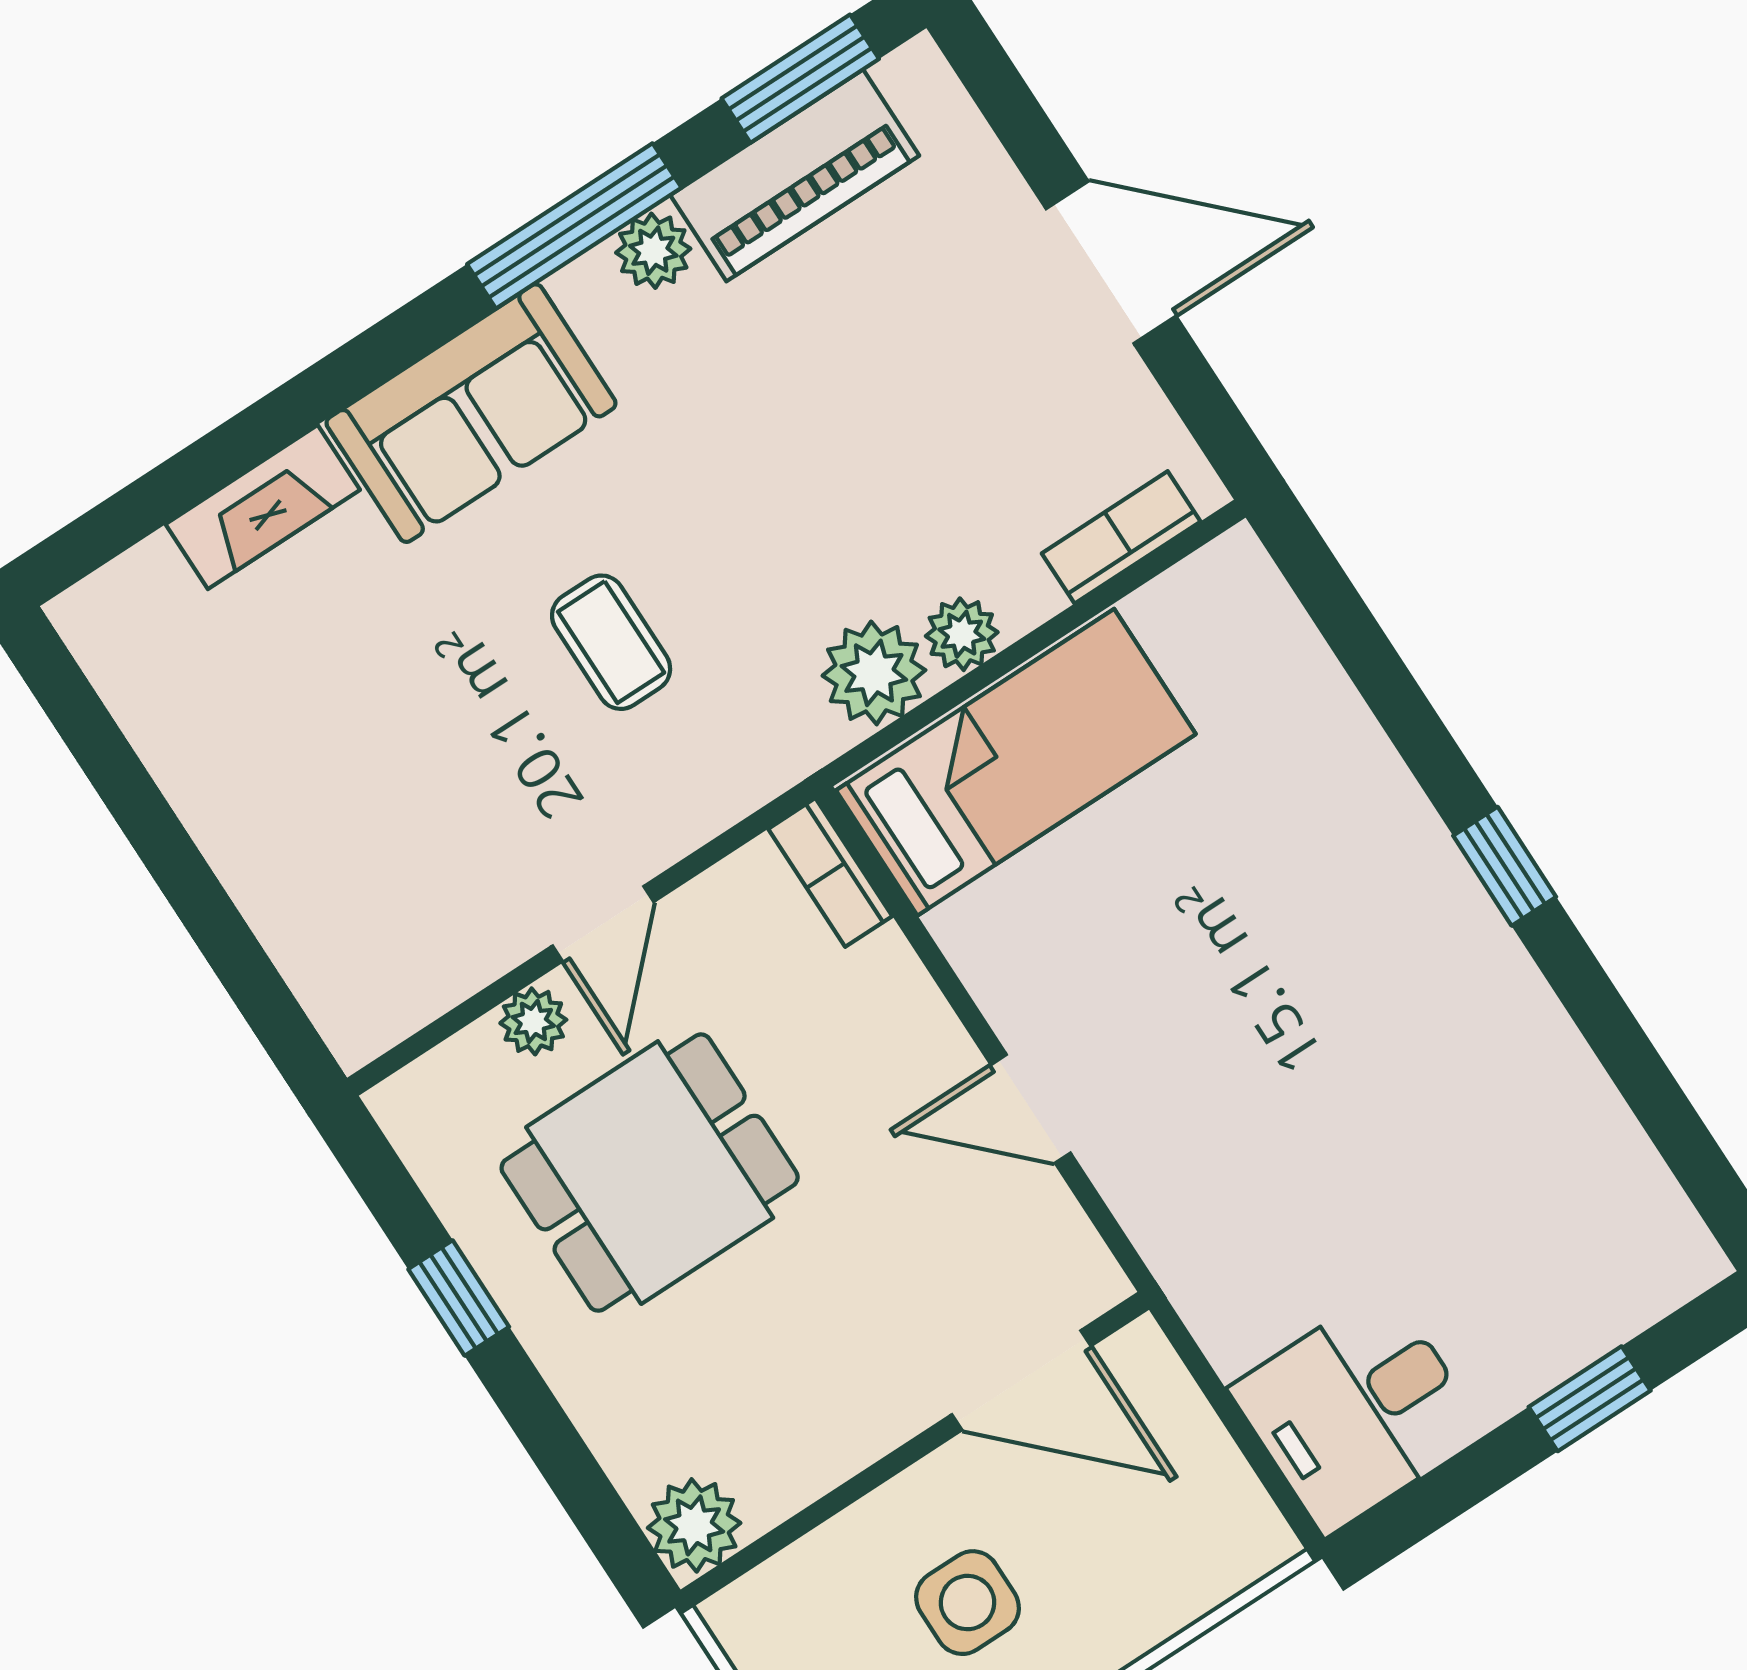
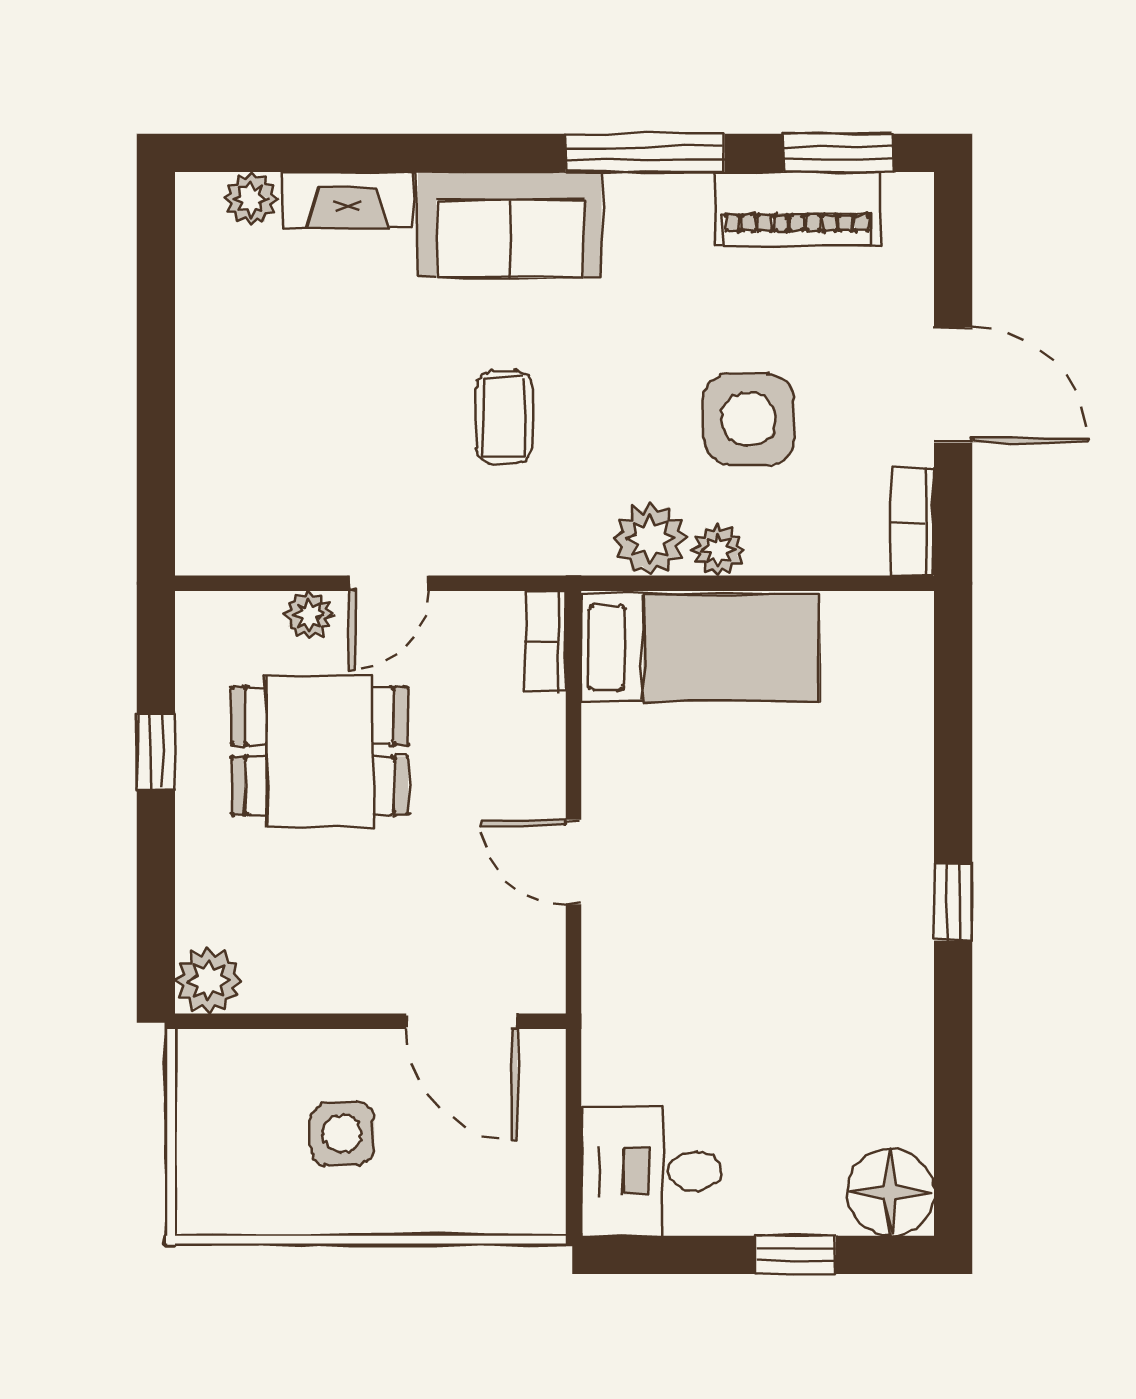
plant: (653, 251) -> (251, 199), moved
side table: (898, 458) -> (748, 419), added
bookcase: (1121, 537) -> (913, 522), moved, turned -90
floor lamp: (1652, 1253) -> (890, 1192), added

